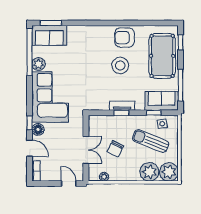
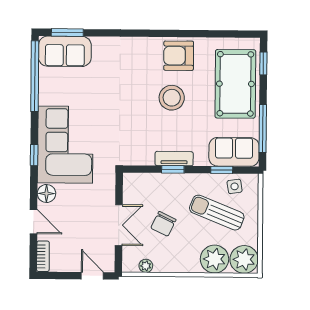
plant: (39, 64) -> (48, 95), removed
window: (30, 123) -> (34, 155), moved

